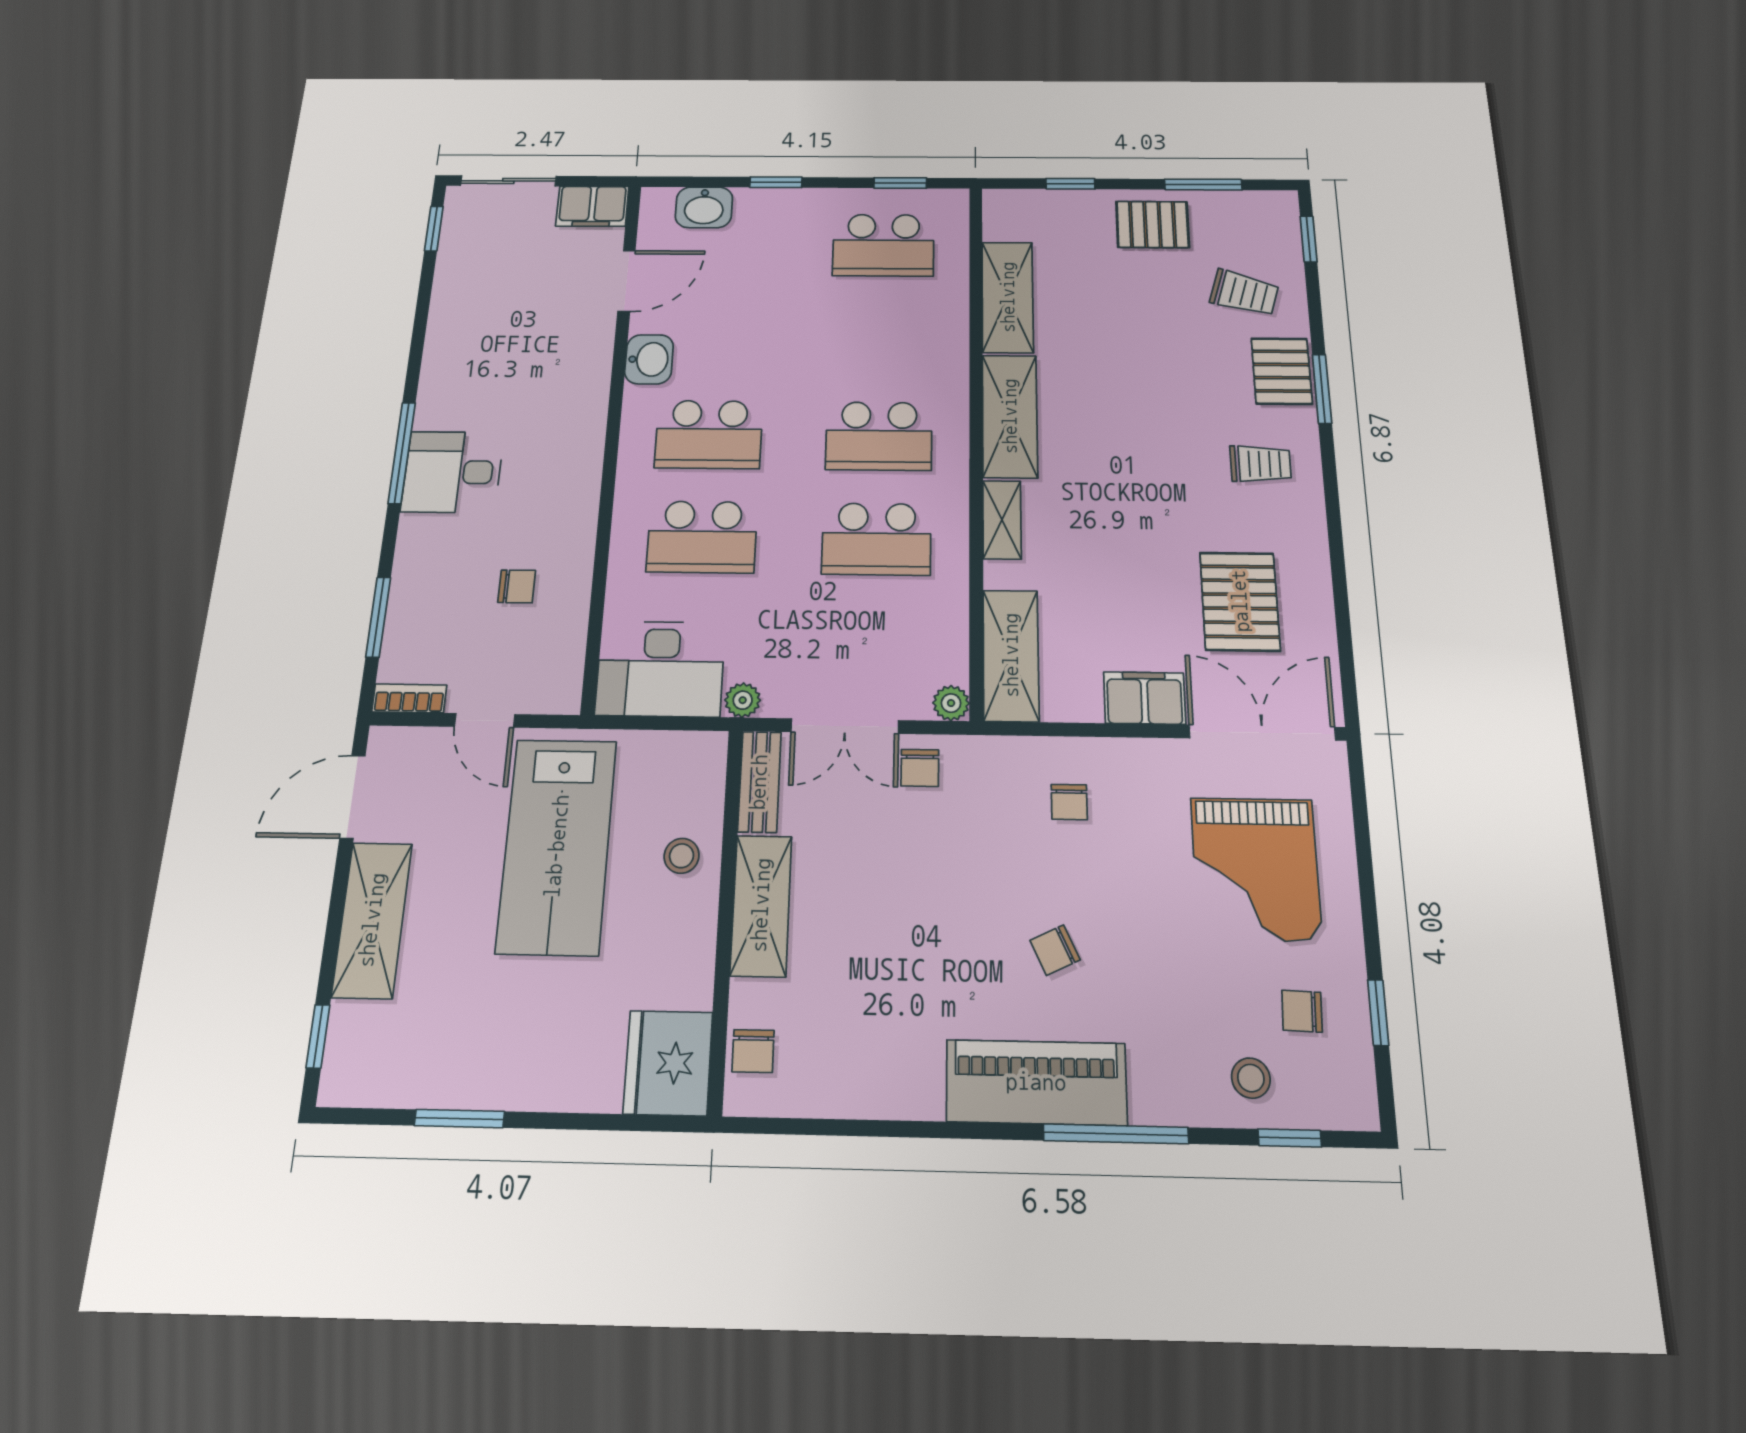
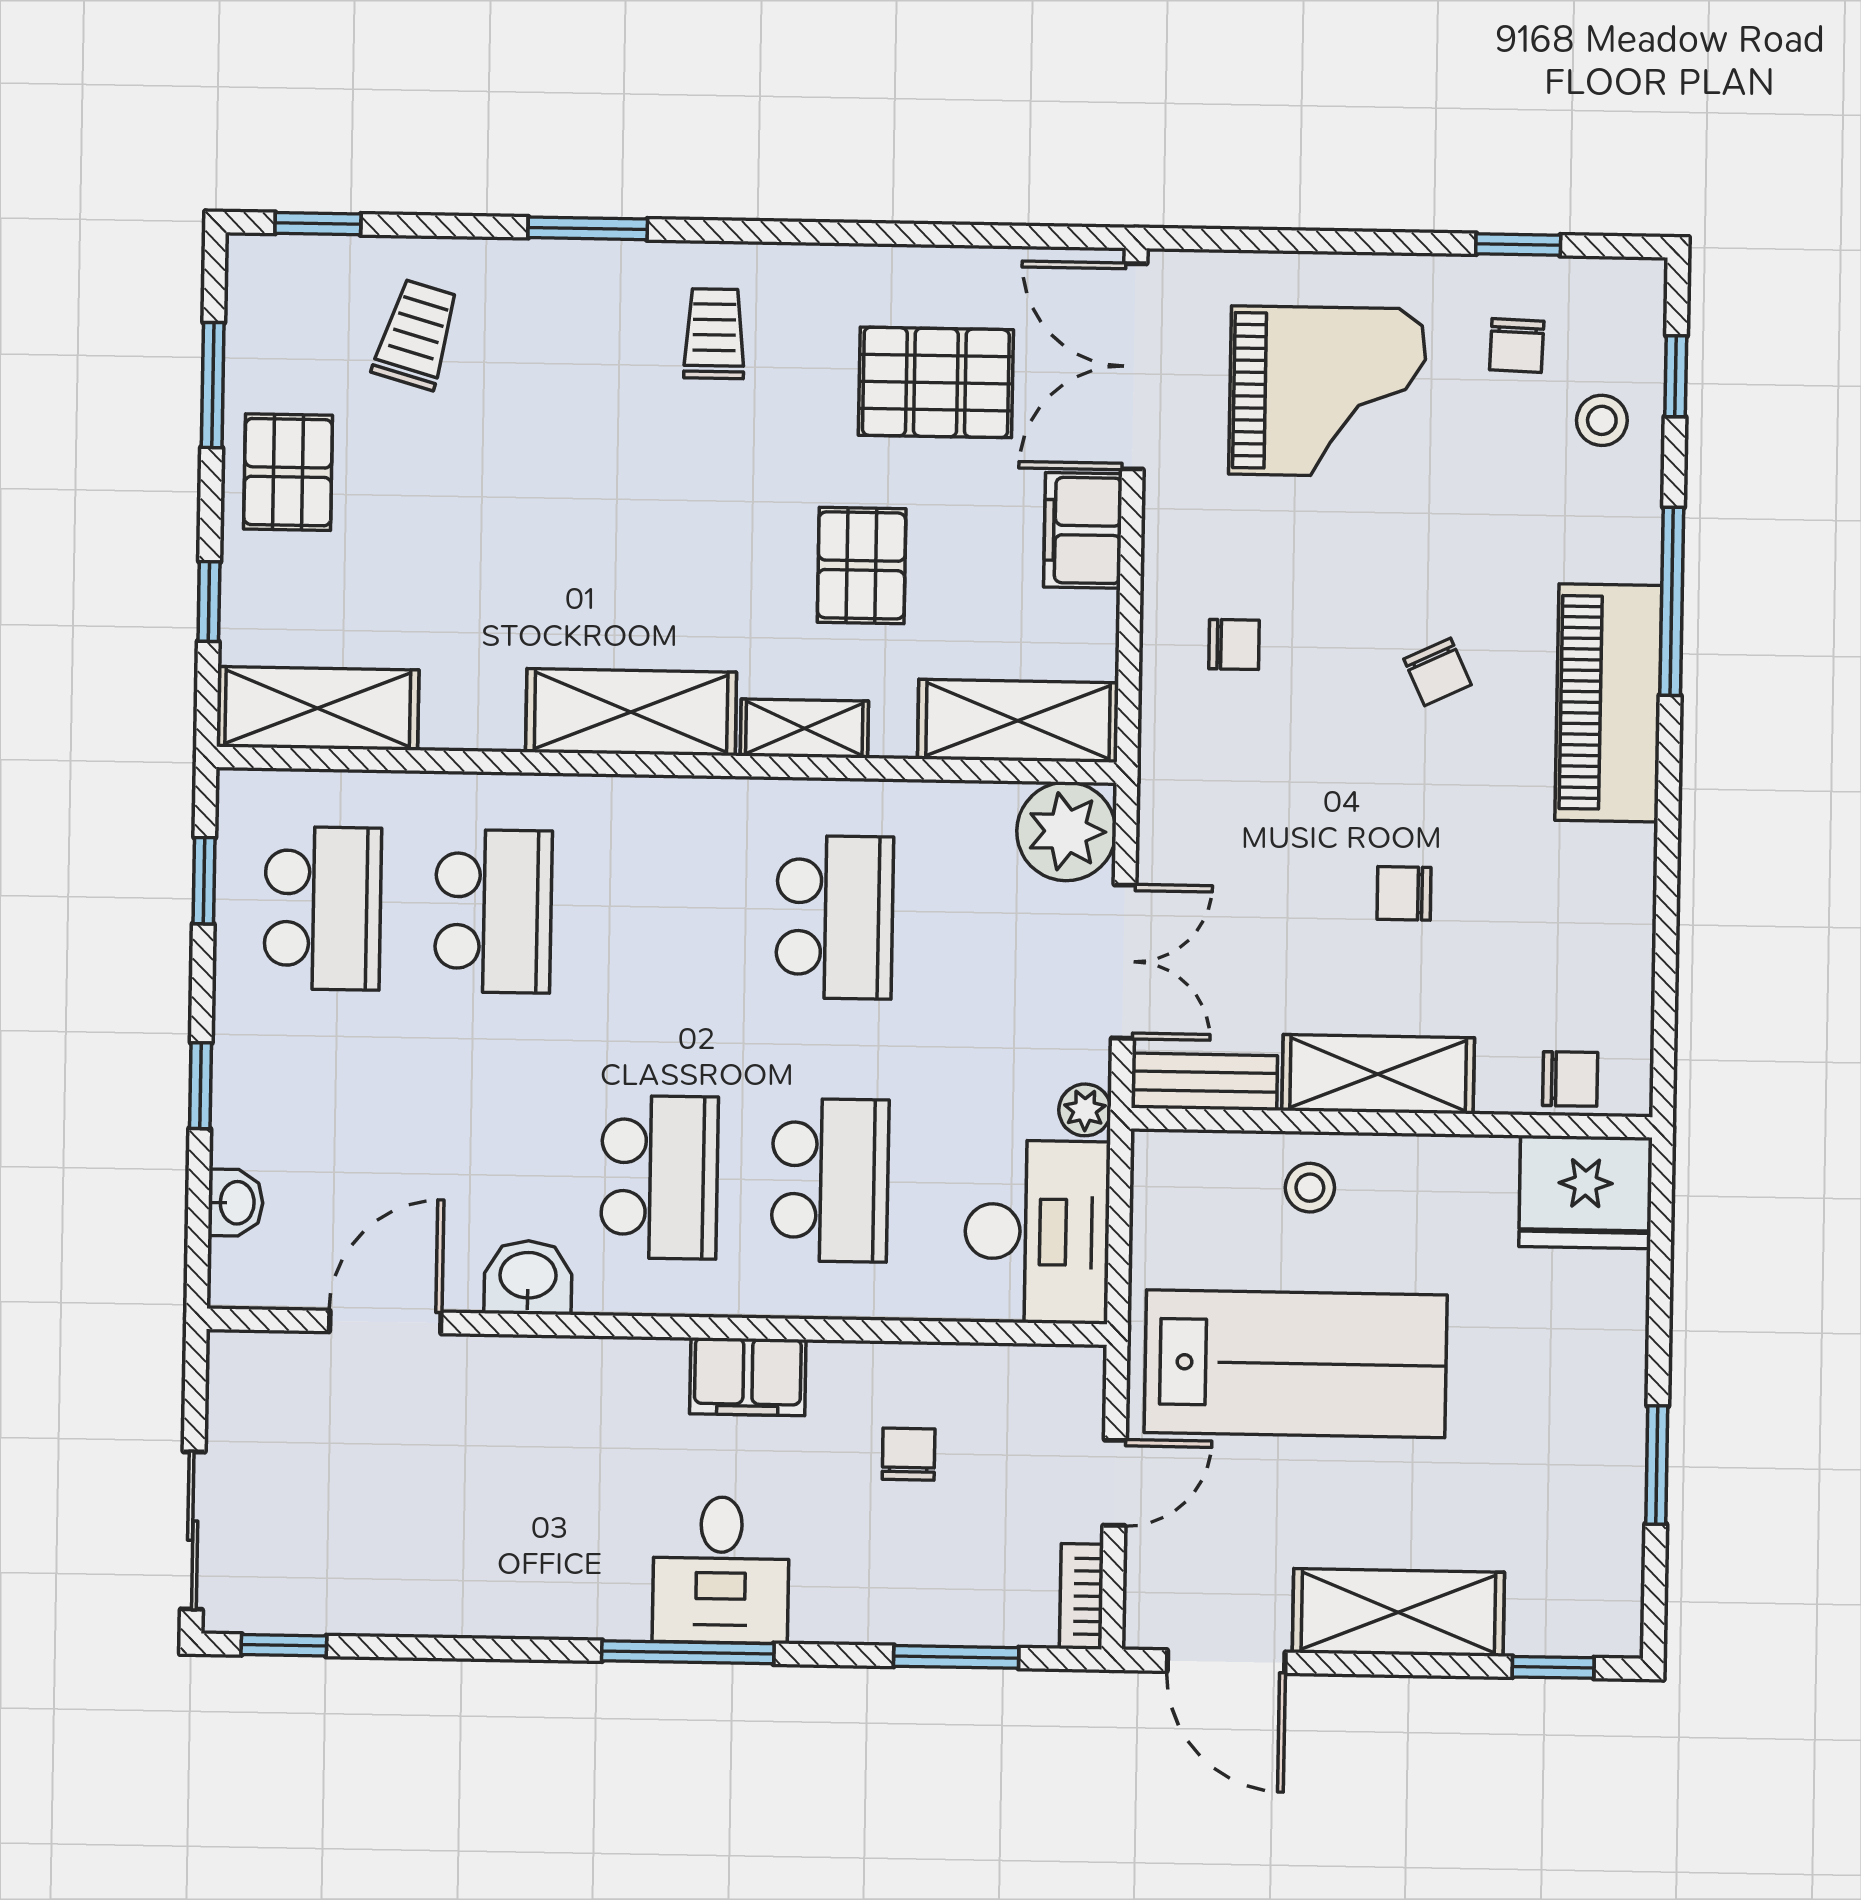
filing cabinet: (592, 206) -> (748, 1377), moved, turned 90
washbasin: (704, 207) -> (236, 1203), width x0.72, depth x0.69
door: (627, 281) -> (385, 1322), hinge flipped
shelving: (1008, 297) -> (318, 708), moved
pallet: (1282, 371) -> (862, 565), moved, turned 90
school desk: (879, 436) -> (493, 911), moved
plant: (951, 703) -> (1066, 831), width x1.87, depth x1.87
chair: (920, 768) -> (1404, 893), moved, turned 180

